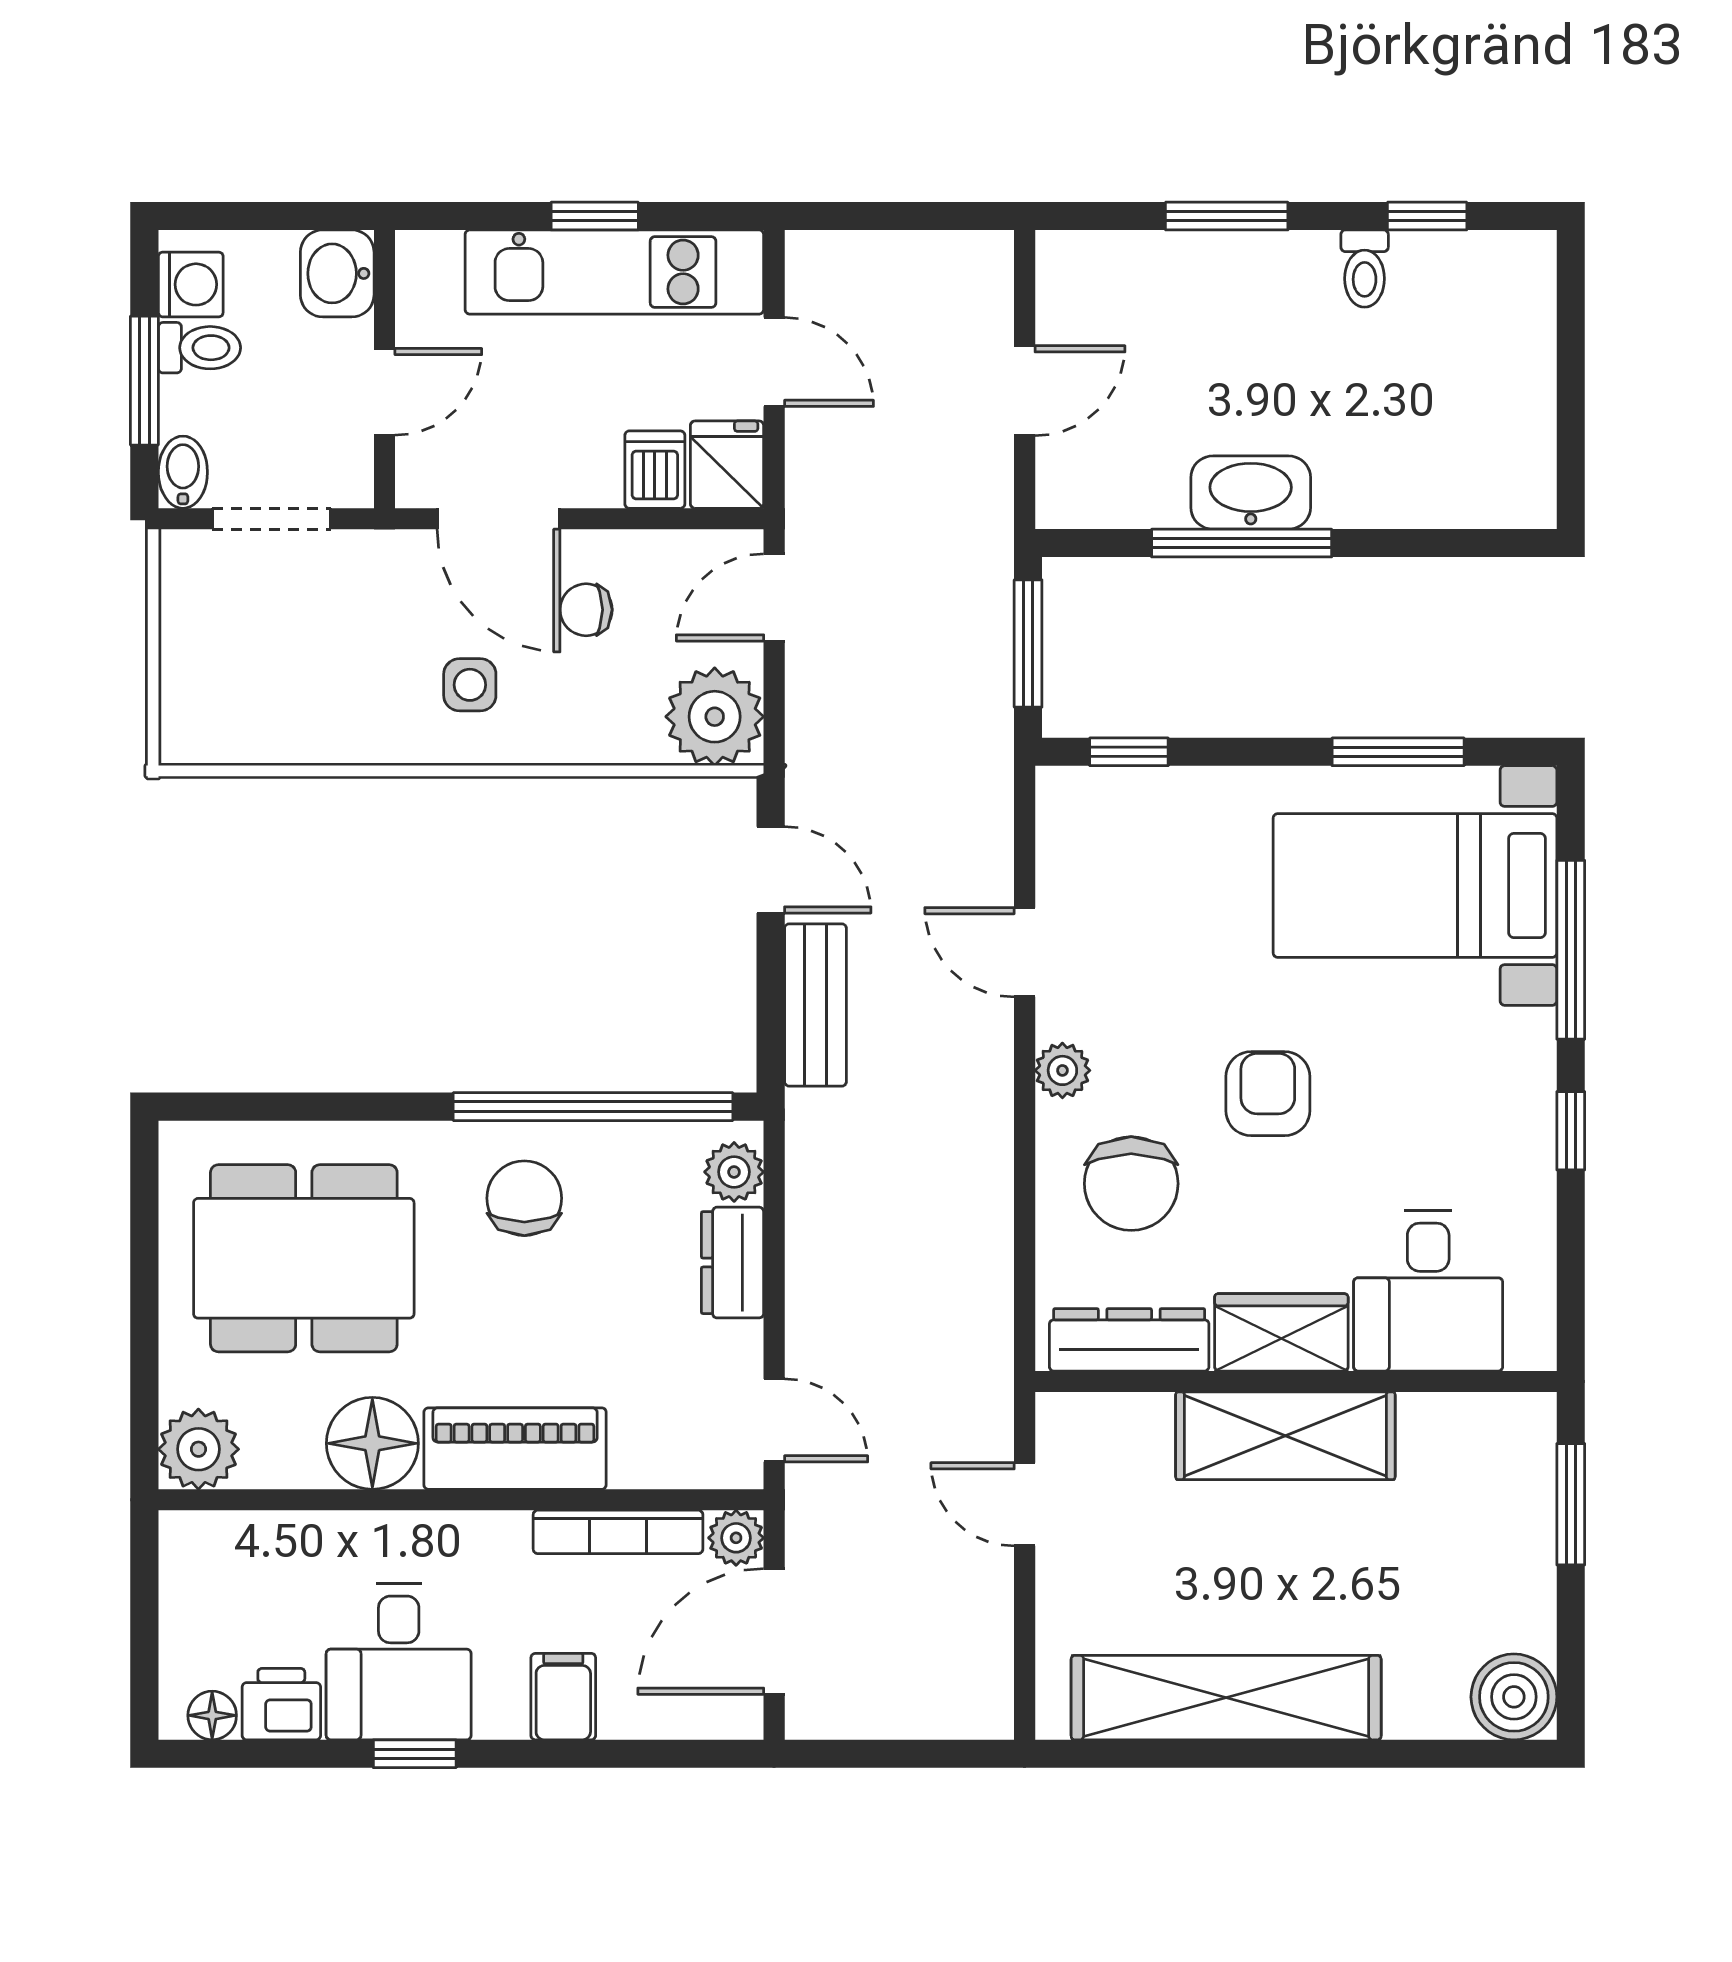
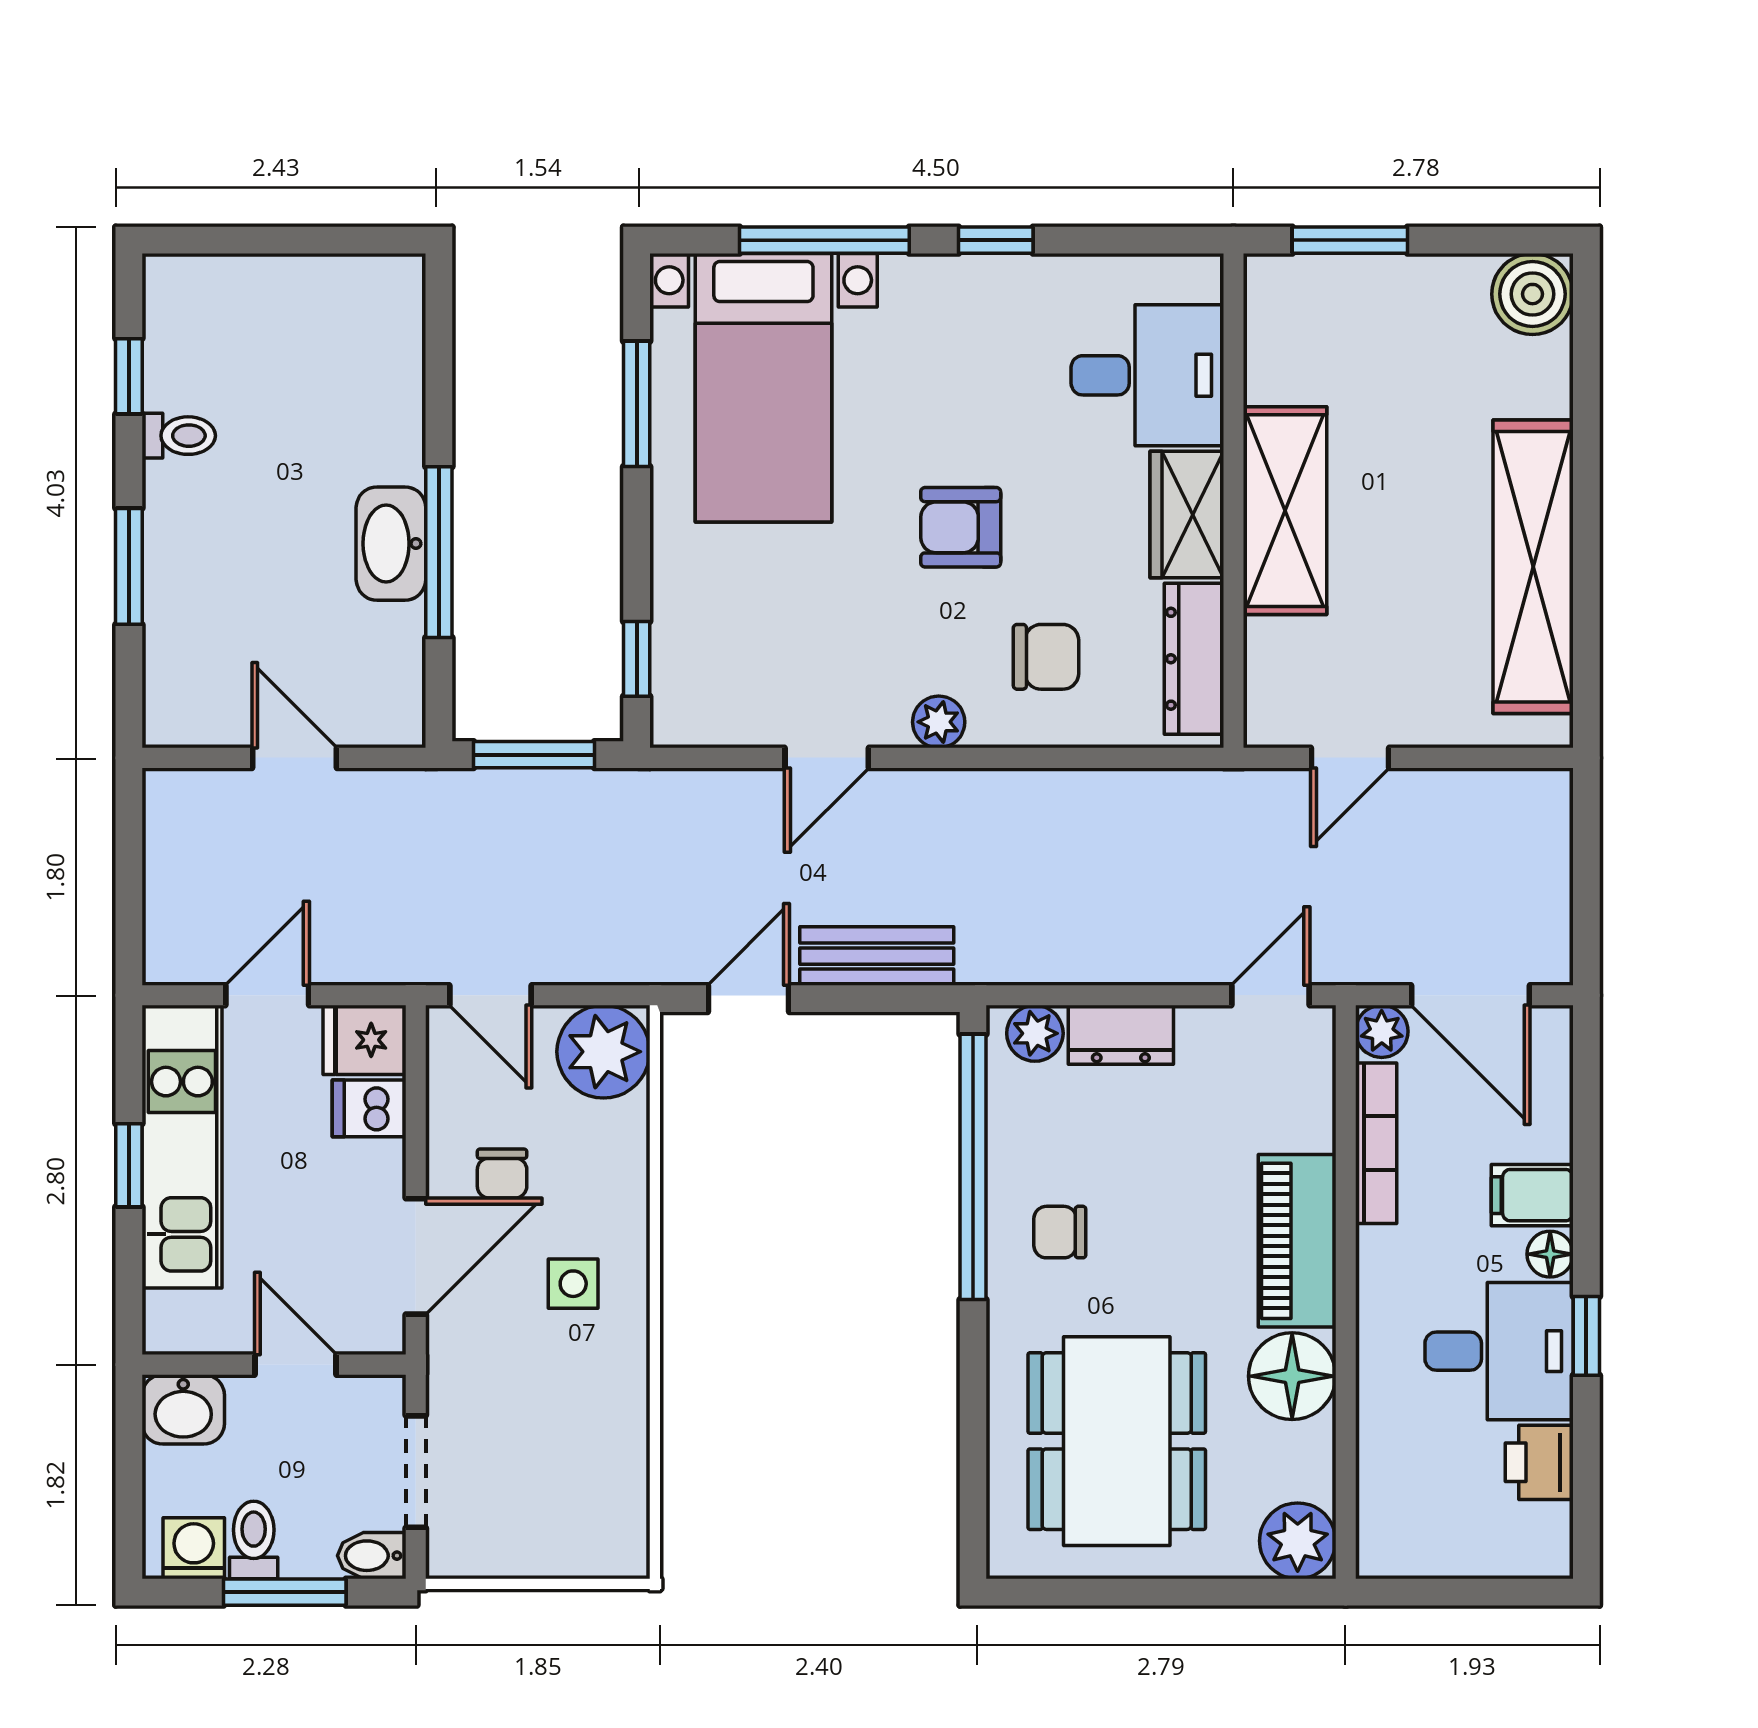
chair: (1131, 1184) -> (1046, 657), width x0.73, depth x0.73
chair: (524, 1198) -> (1060, 1232), width x0.73, depth x0.73
floor lamp: (212, 1715) -> (1550, 1254), moved

